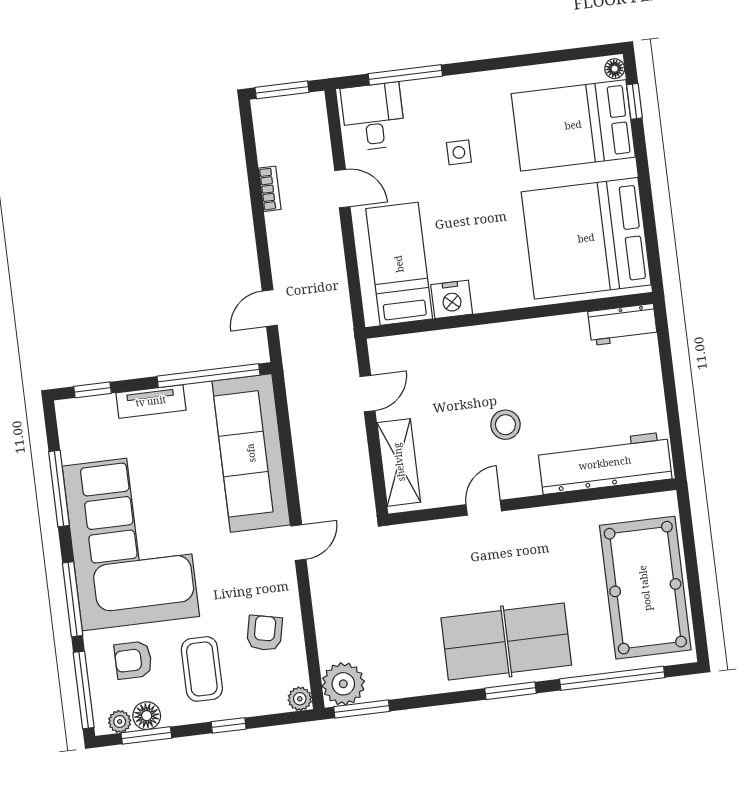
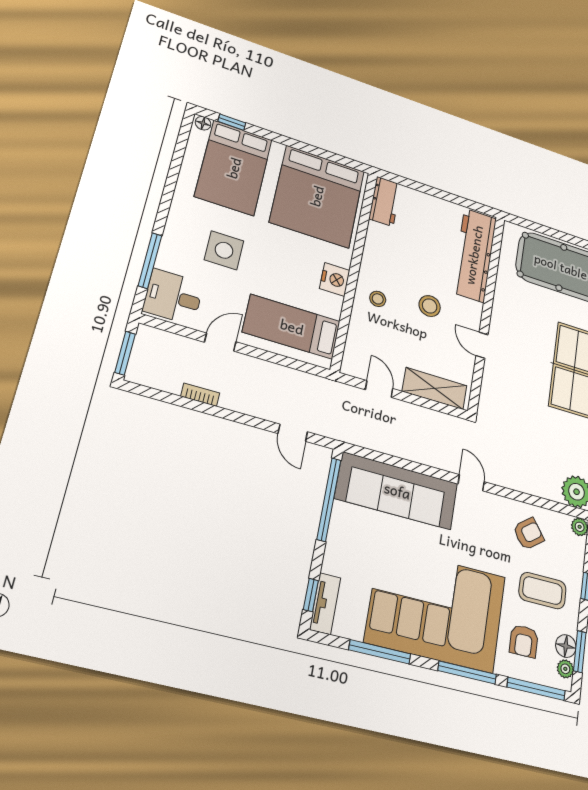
side table: (459, 152) -> (224, 250), width x1.87, depth x1.87
nightstand: (452, 299) -> (335, 279), moved
stool: (484, 356) -> (378, 299), added
tv unit: (151, 401) -> (325, 604), moved
armchair: (265, 633) -> (528, 534), turned 131

